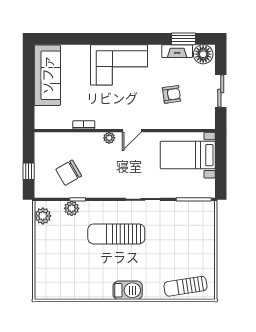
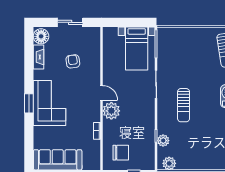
window: (184, 39) -> (29, 103), moved
plant: (109, 138) -> (111, 111), width x1.87, depth x1.87
bed with nightstands: (188, 155) -> (137, 49), moved
chair: (69, 173) -> (121, 153), moved, turned -60
sun lounger: (116, 234) -> (184, 105), width x0.73, depth x0.75

